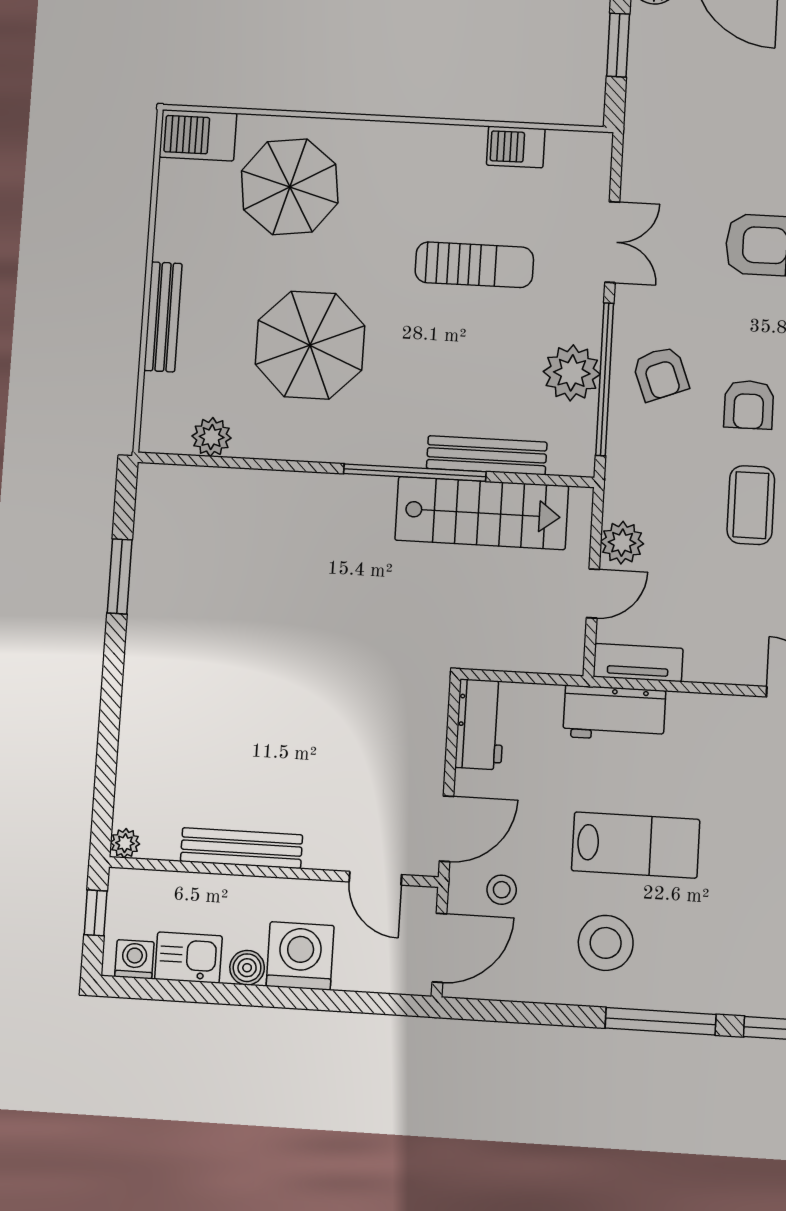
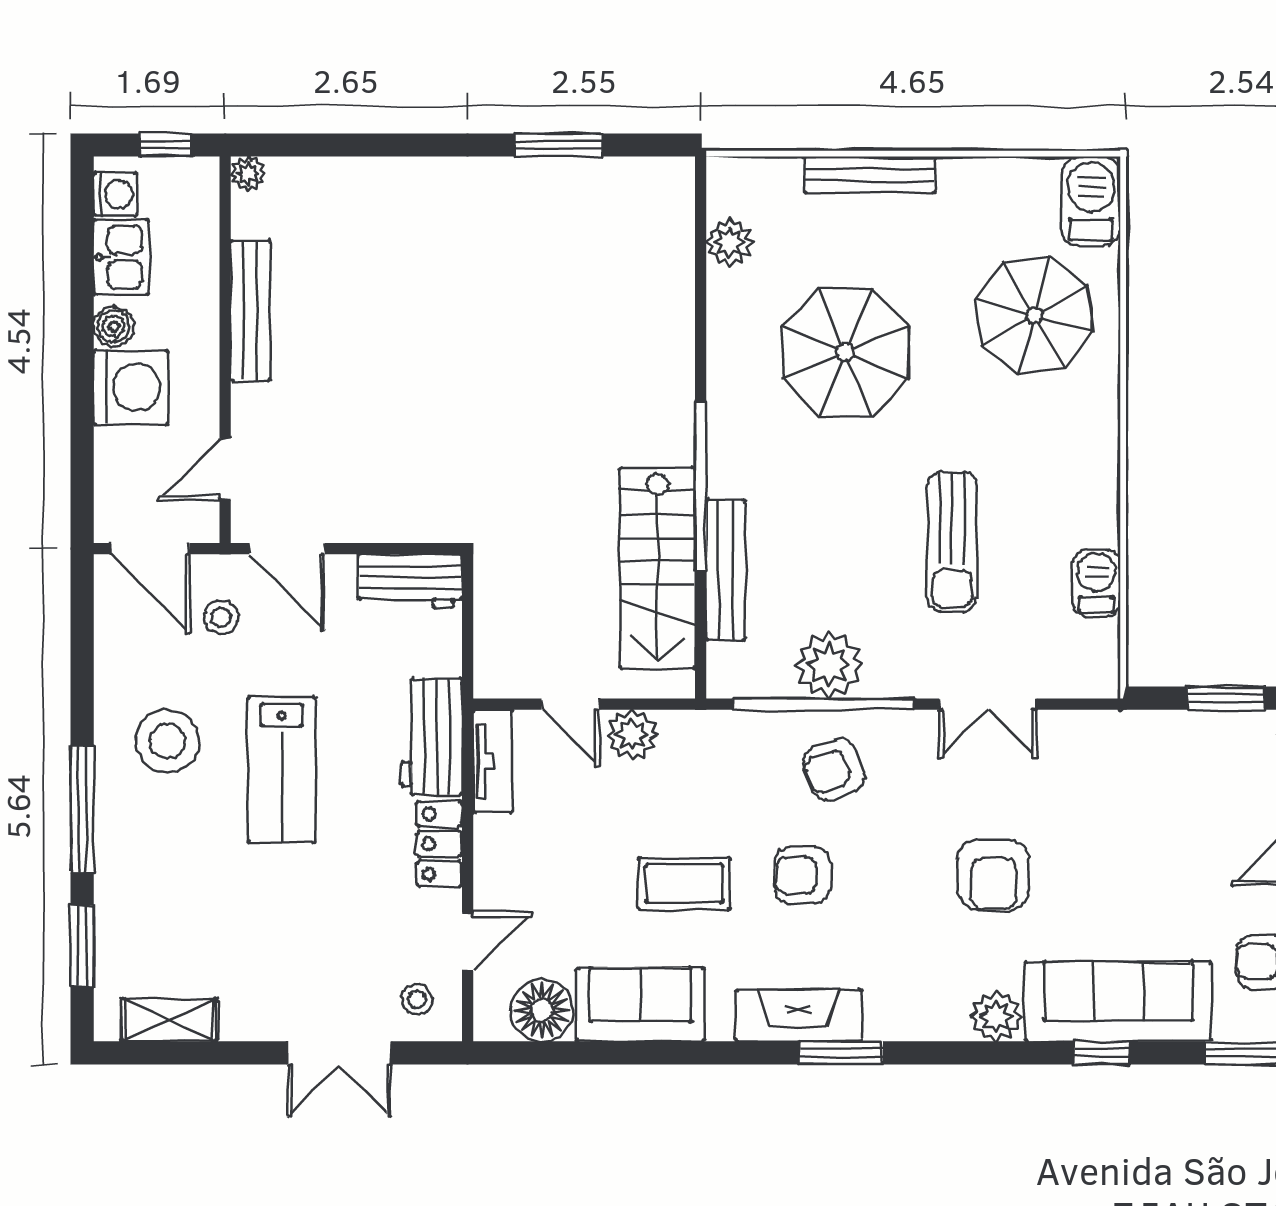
locker: (706, 713) -> (439, 844), added

